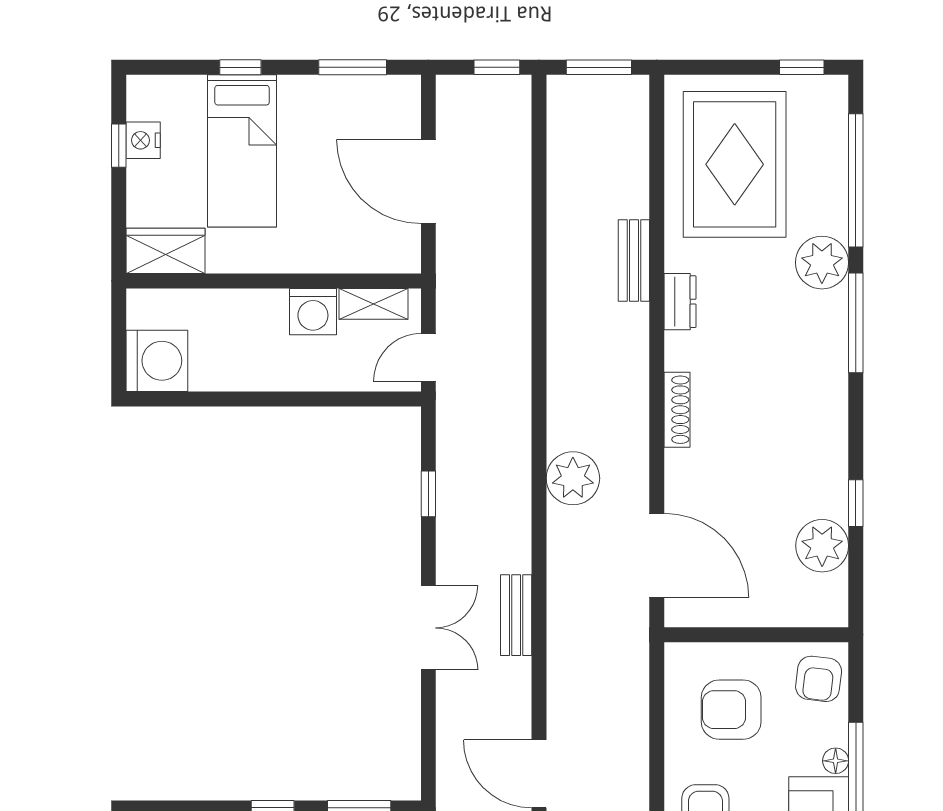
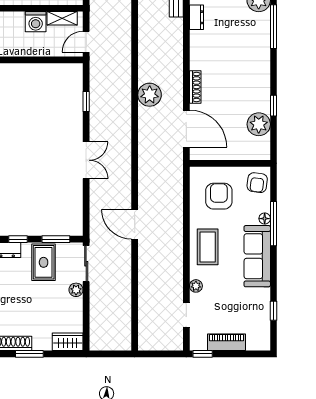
shoe rack: (677, 410) -> (195, 87), moved
bench: (516, 615) -> (125, 155), removed
armchair: (731, 710) -> (219, 196), turned 90

